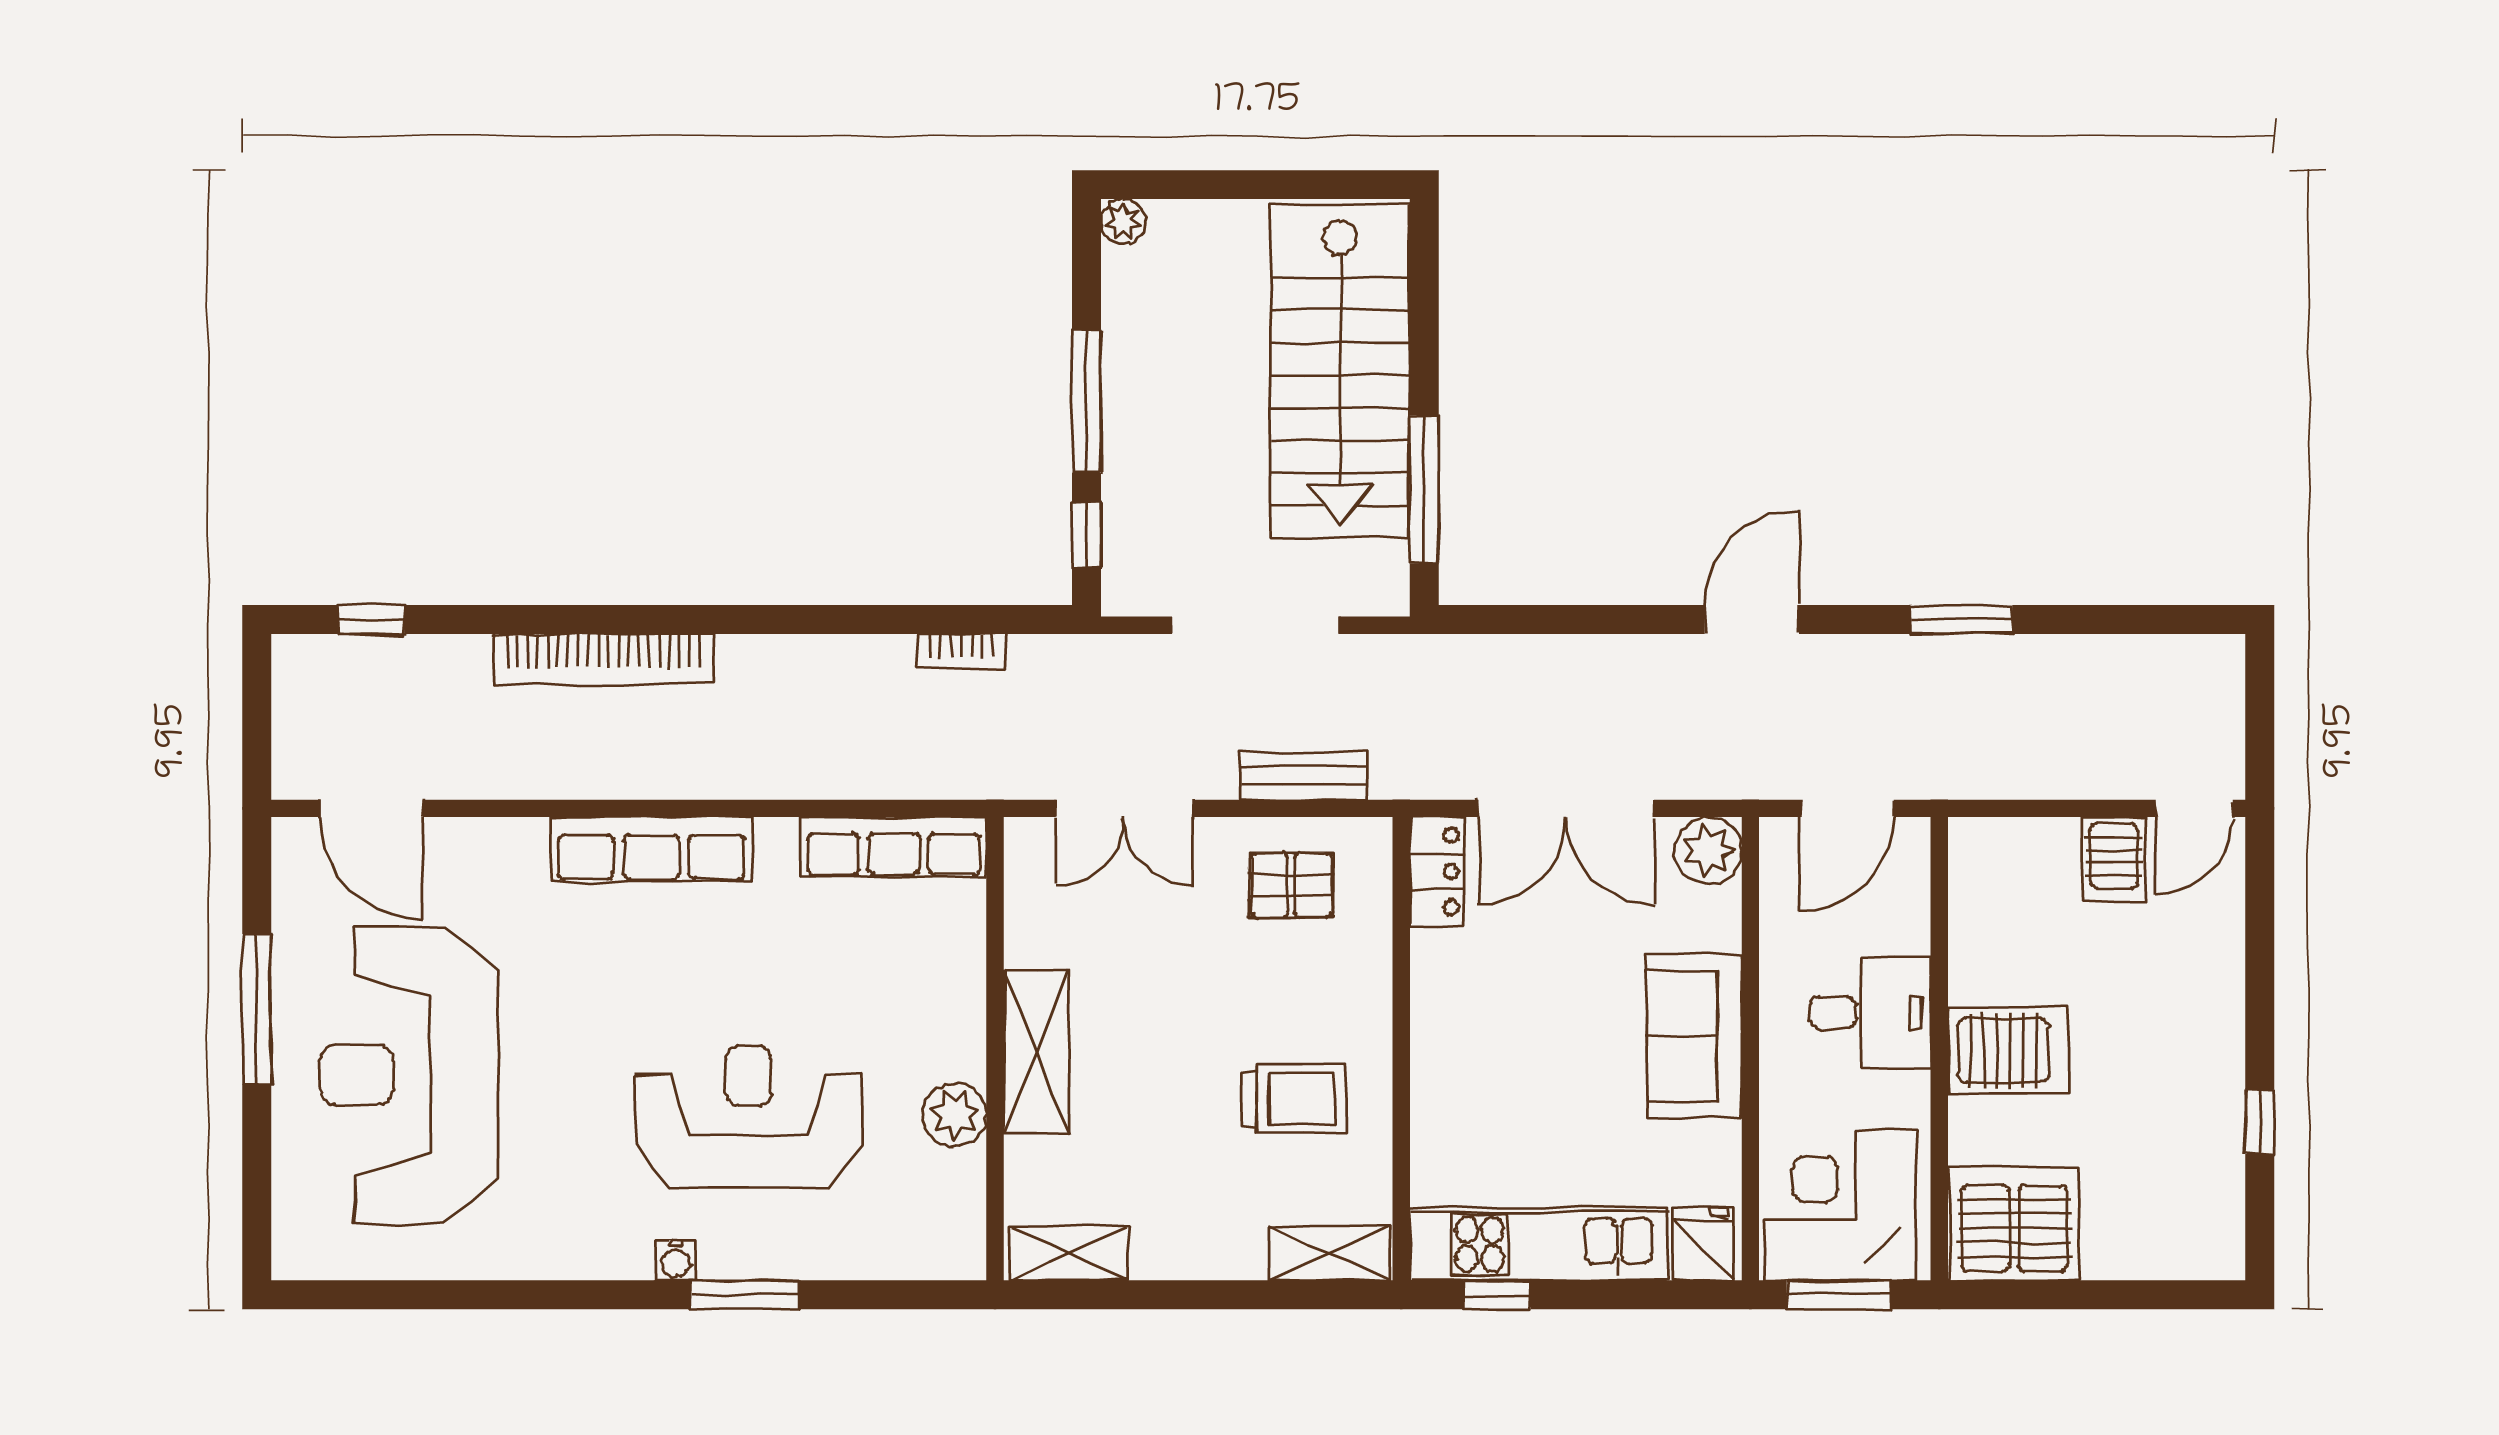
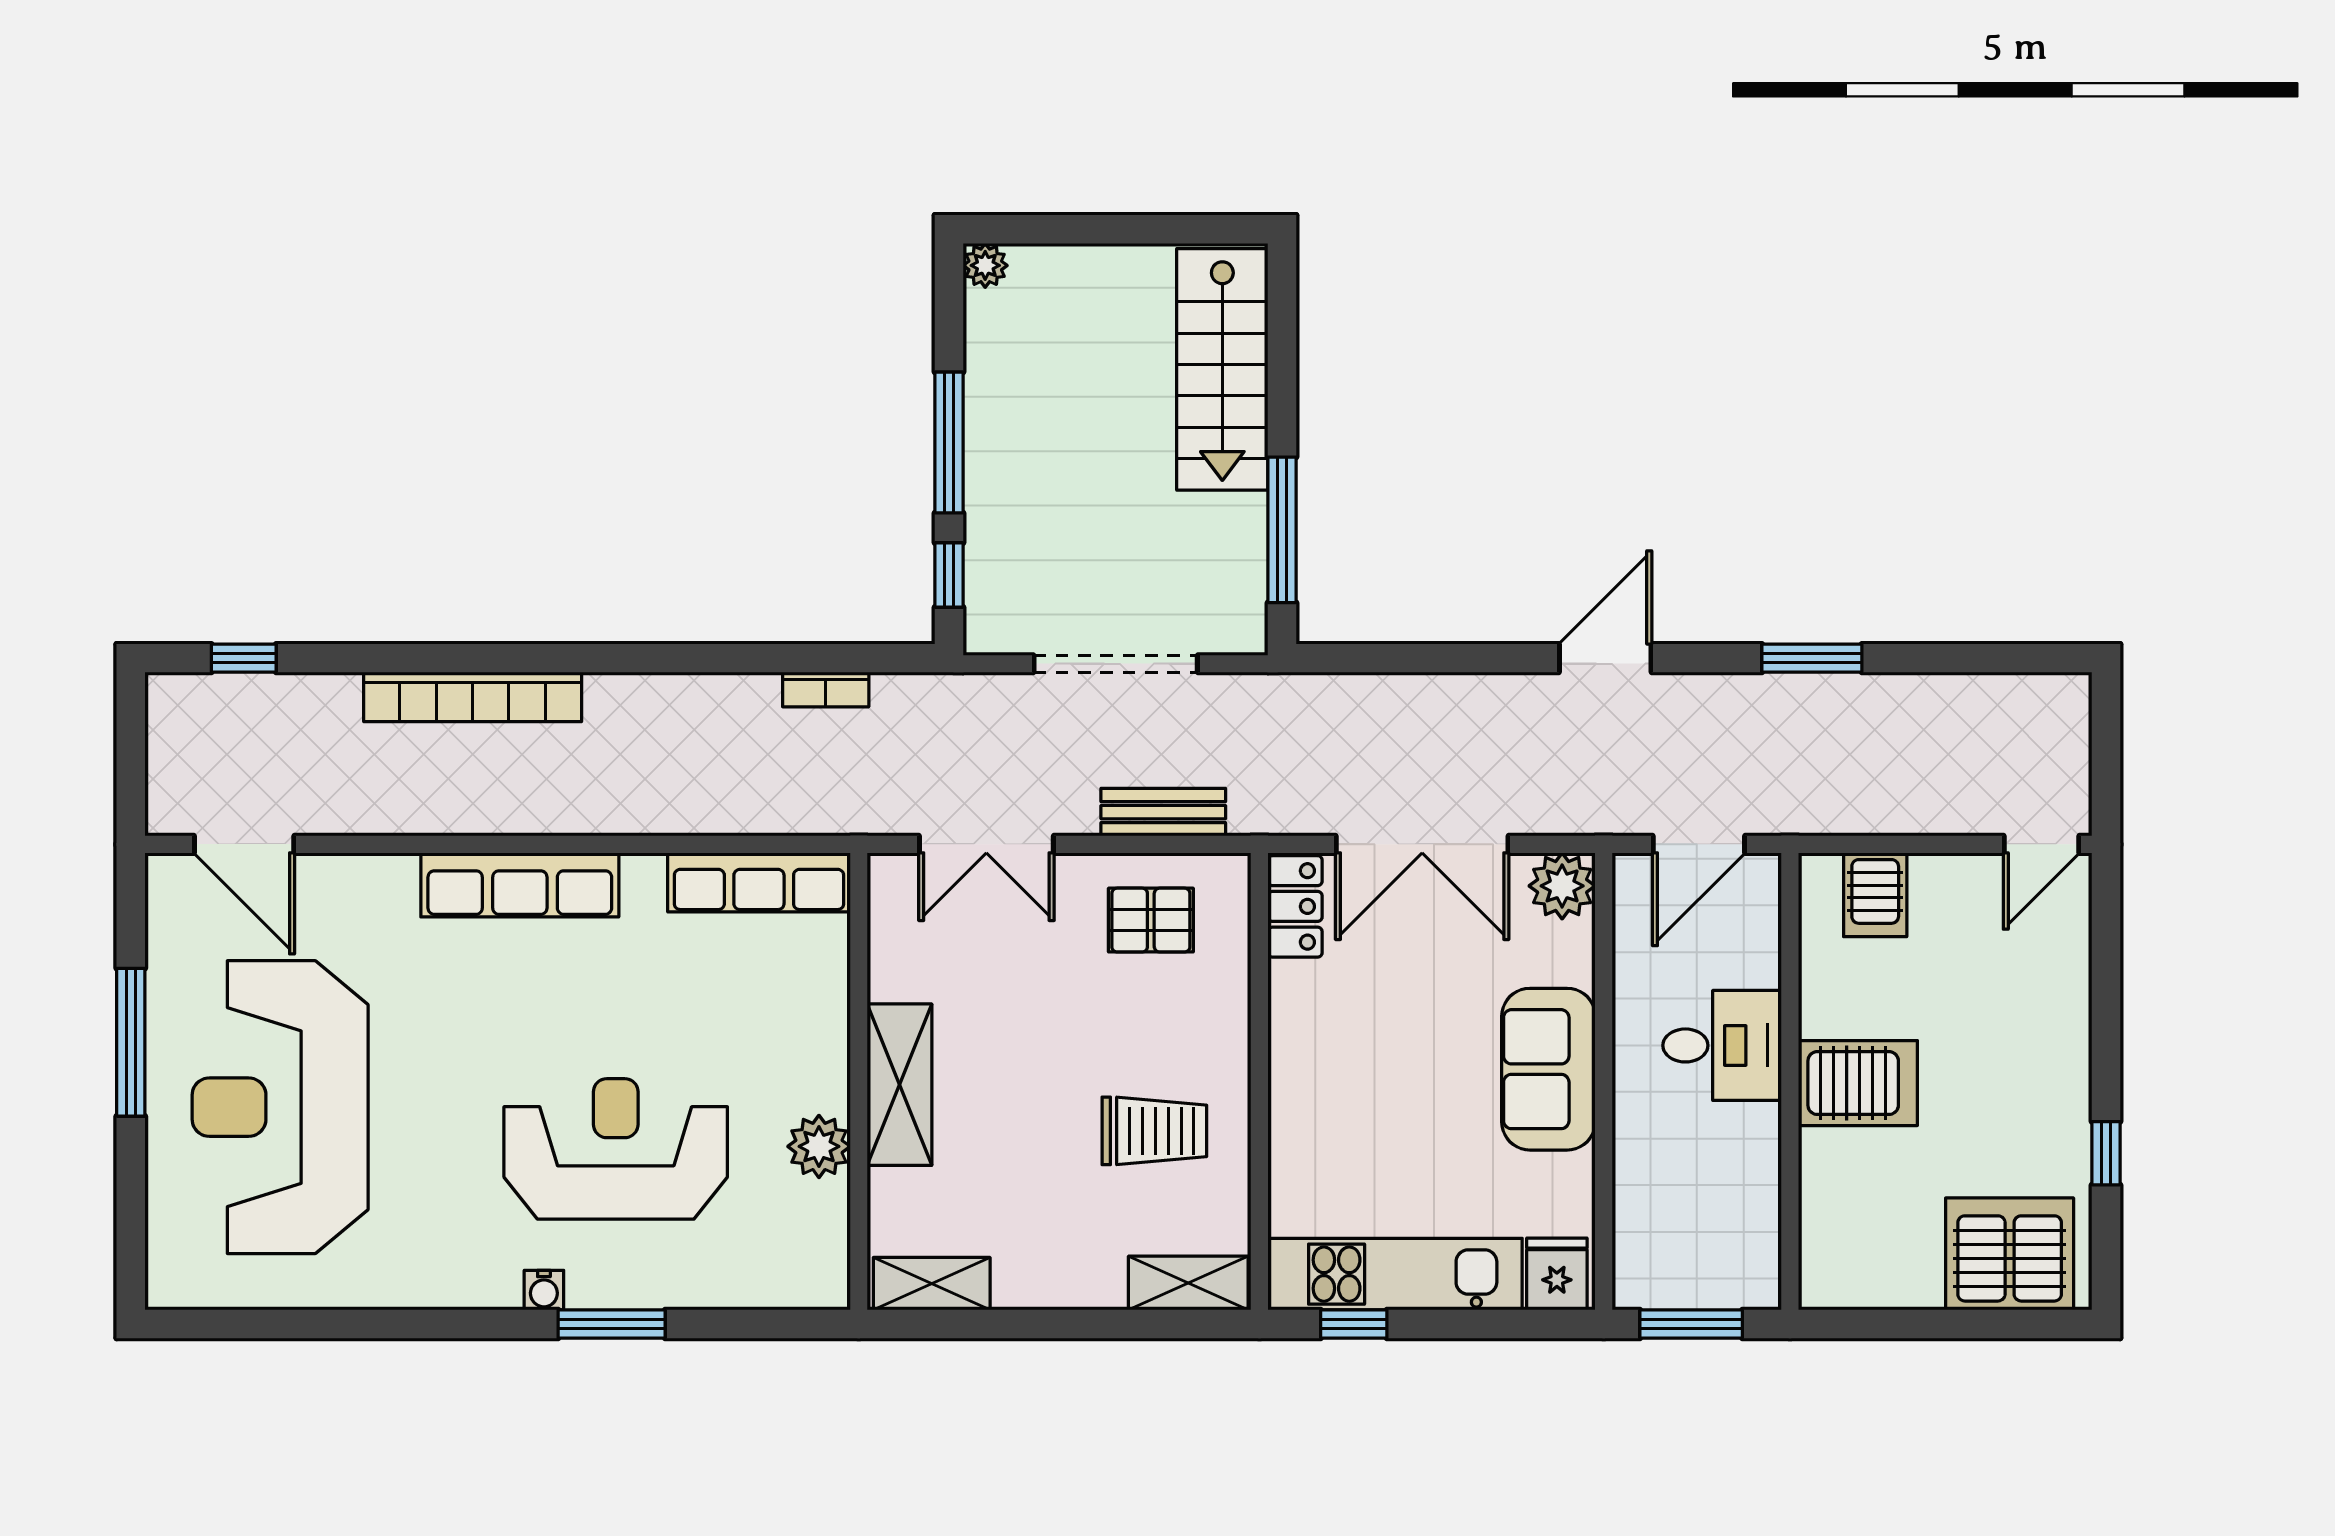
stairs: (1340, 371) -> (1222, 369), width x0.73, depth x0.66
server rack: (2114, 859) -> (1875, 895), moved
corner desk: (1841, 1205) -> (1693, 1235), removed
server rack: (2014, 1224) -> (2010, 1254), moved

